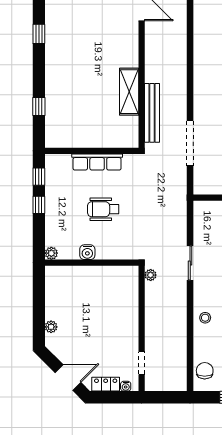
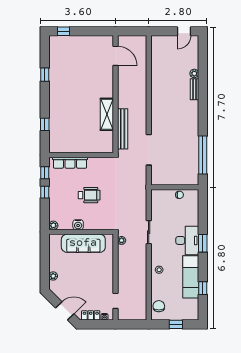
row of seats: (97, 162) -> (70, 163), moved
wheelchair: (103, 209) -> (89, 195), turned 180
sofa: (95, 279) -> (83, 243), added

